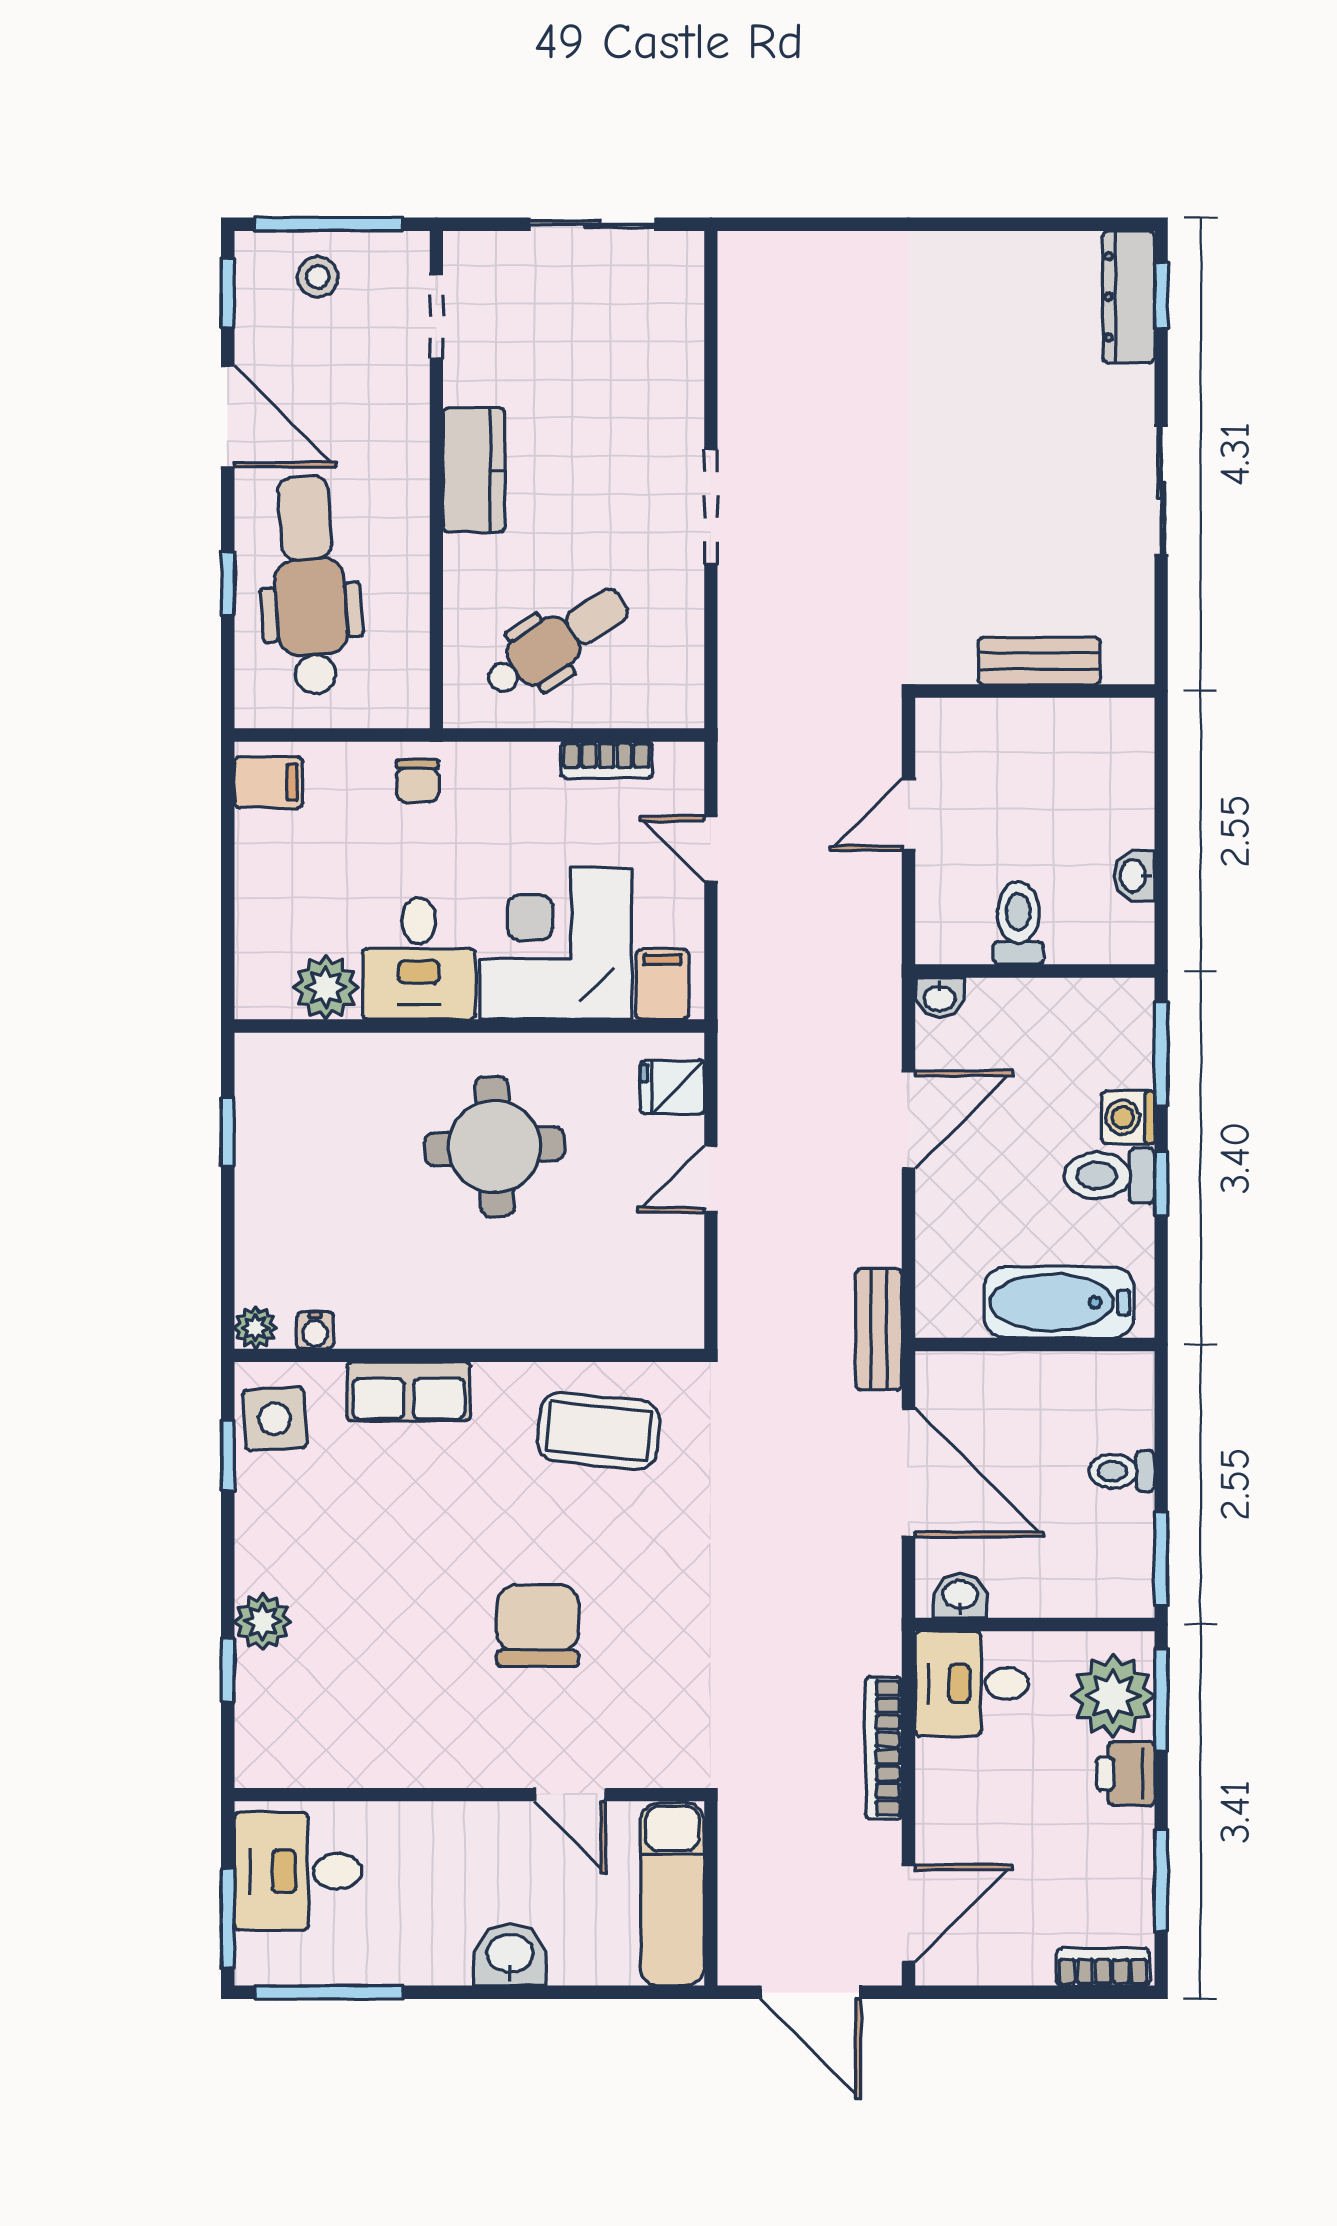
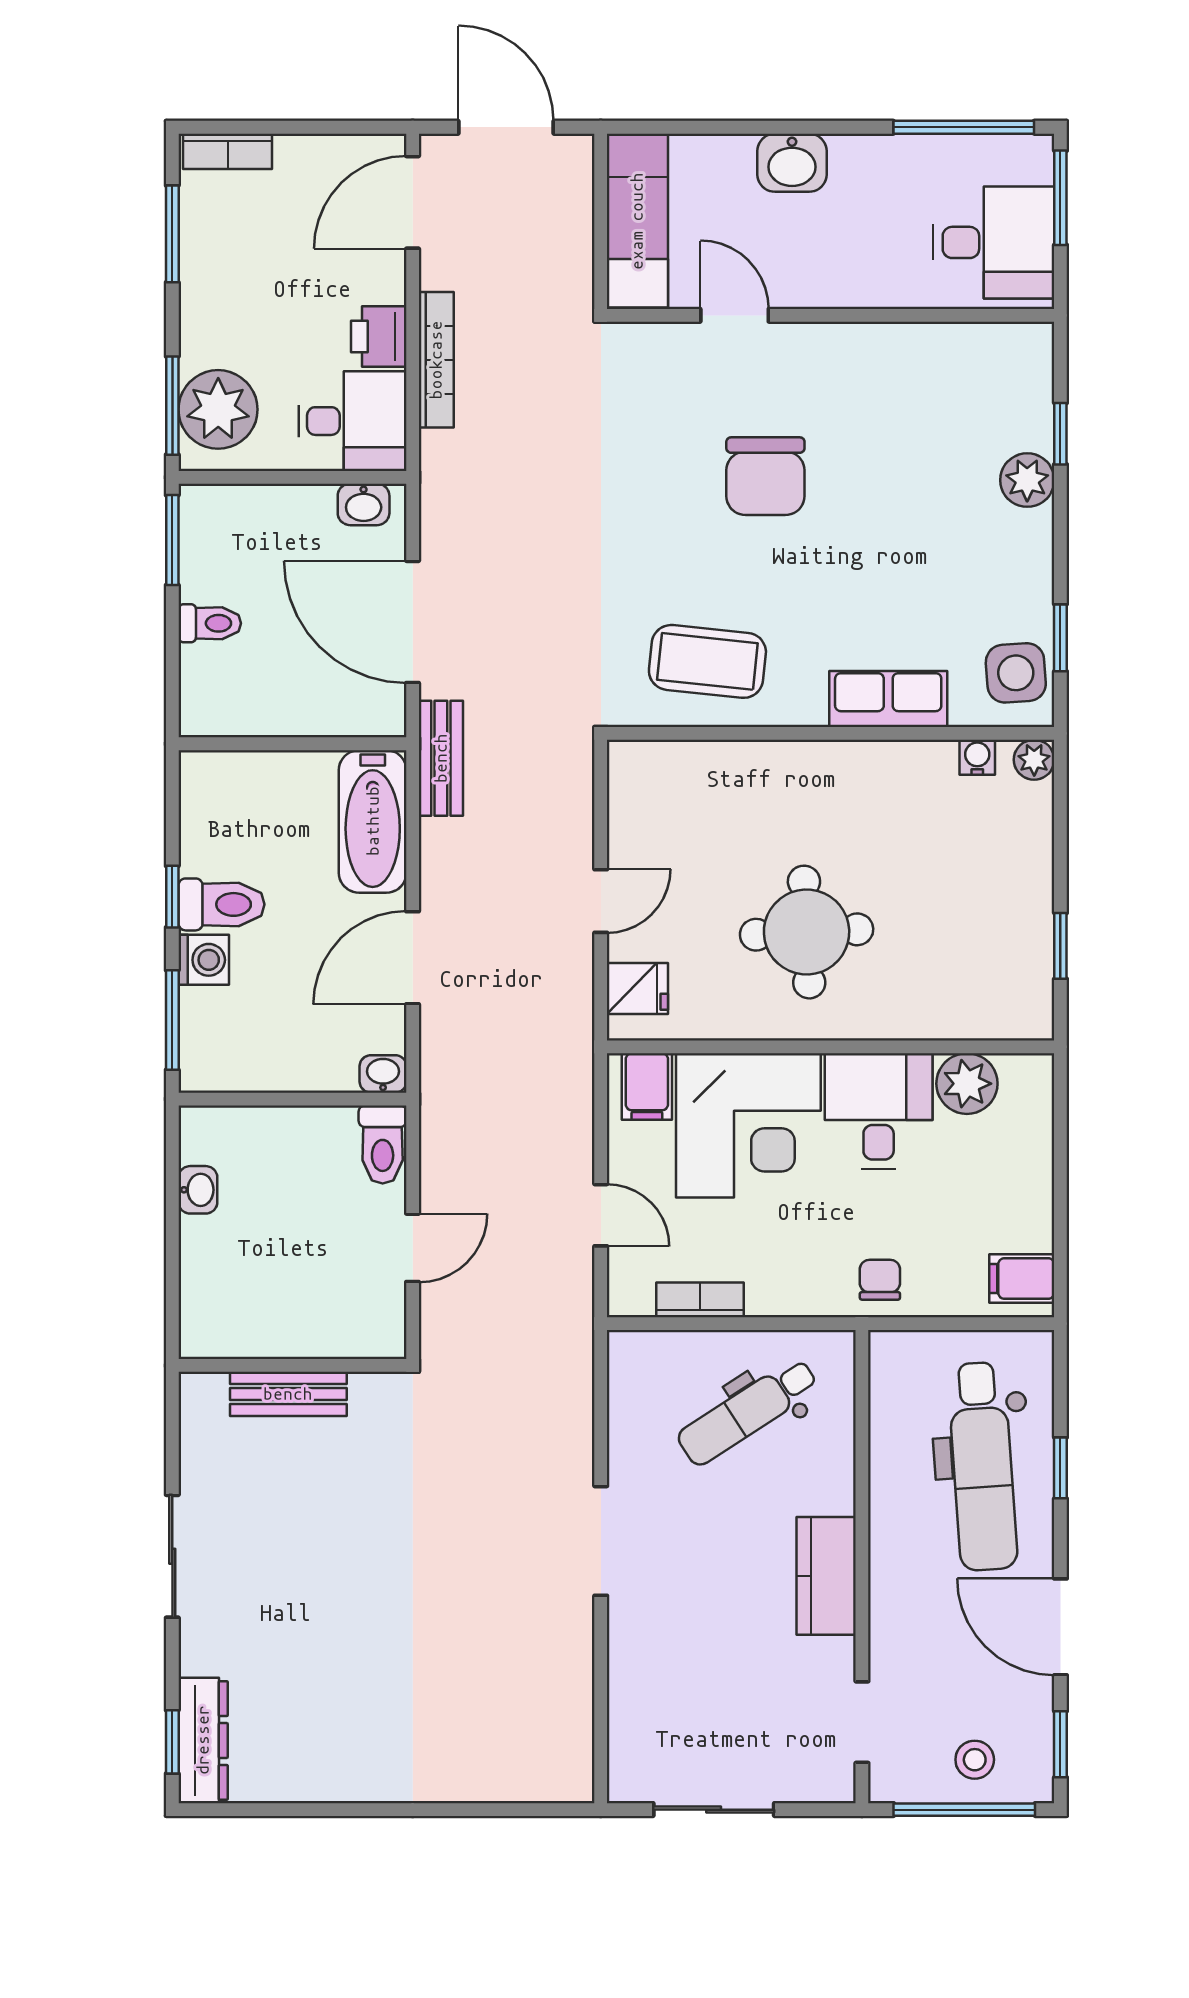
toilet: (1018, 923) -> (383, 1144), moved
bathtub: (1059, 1302) -> (373, 821), moved, turned 90
printer: (1125, 1774) -> (379, 336), moved, turned 180

